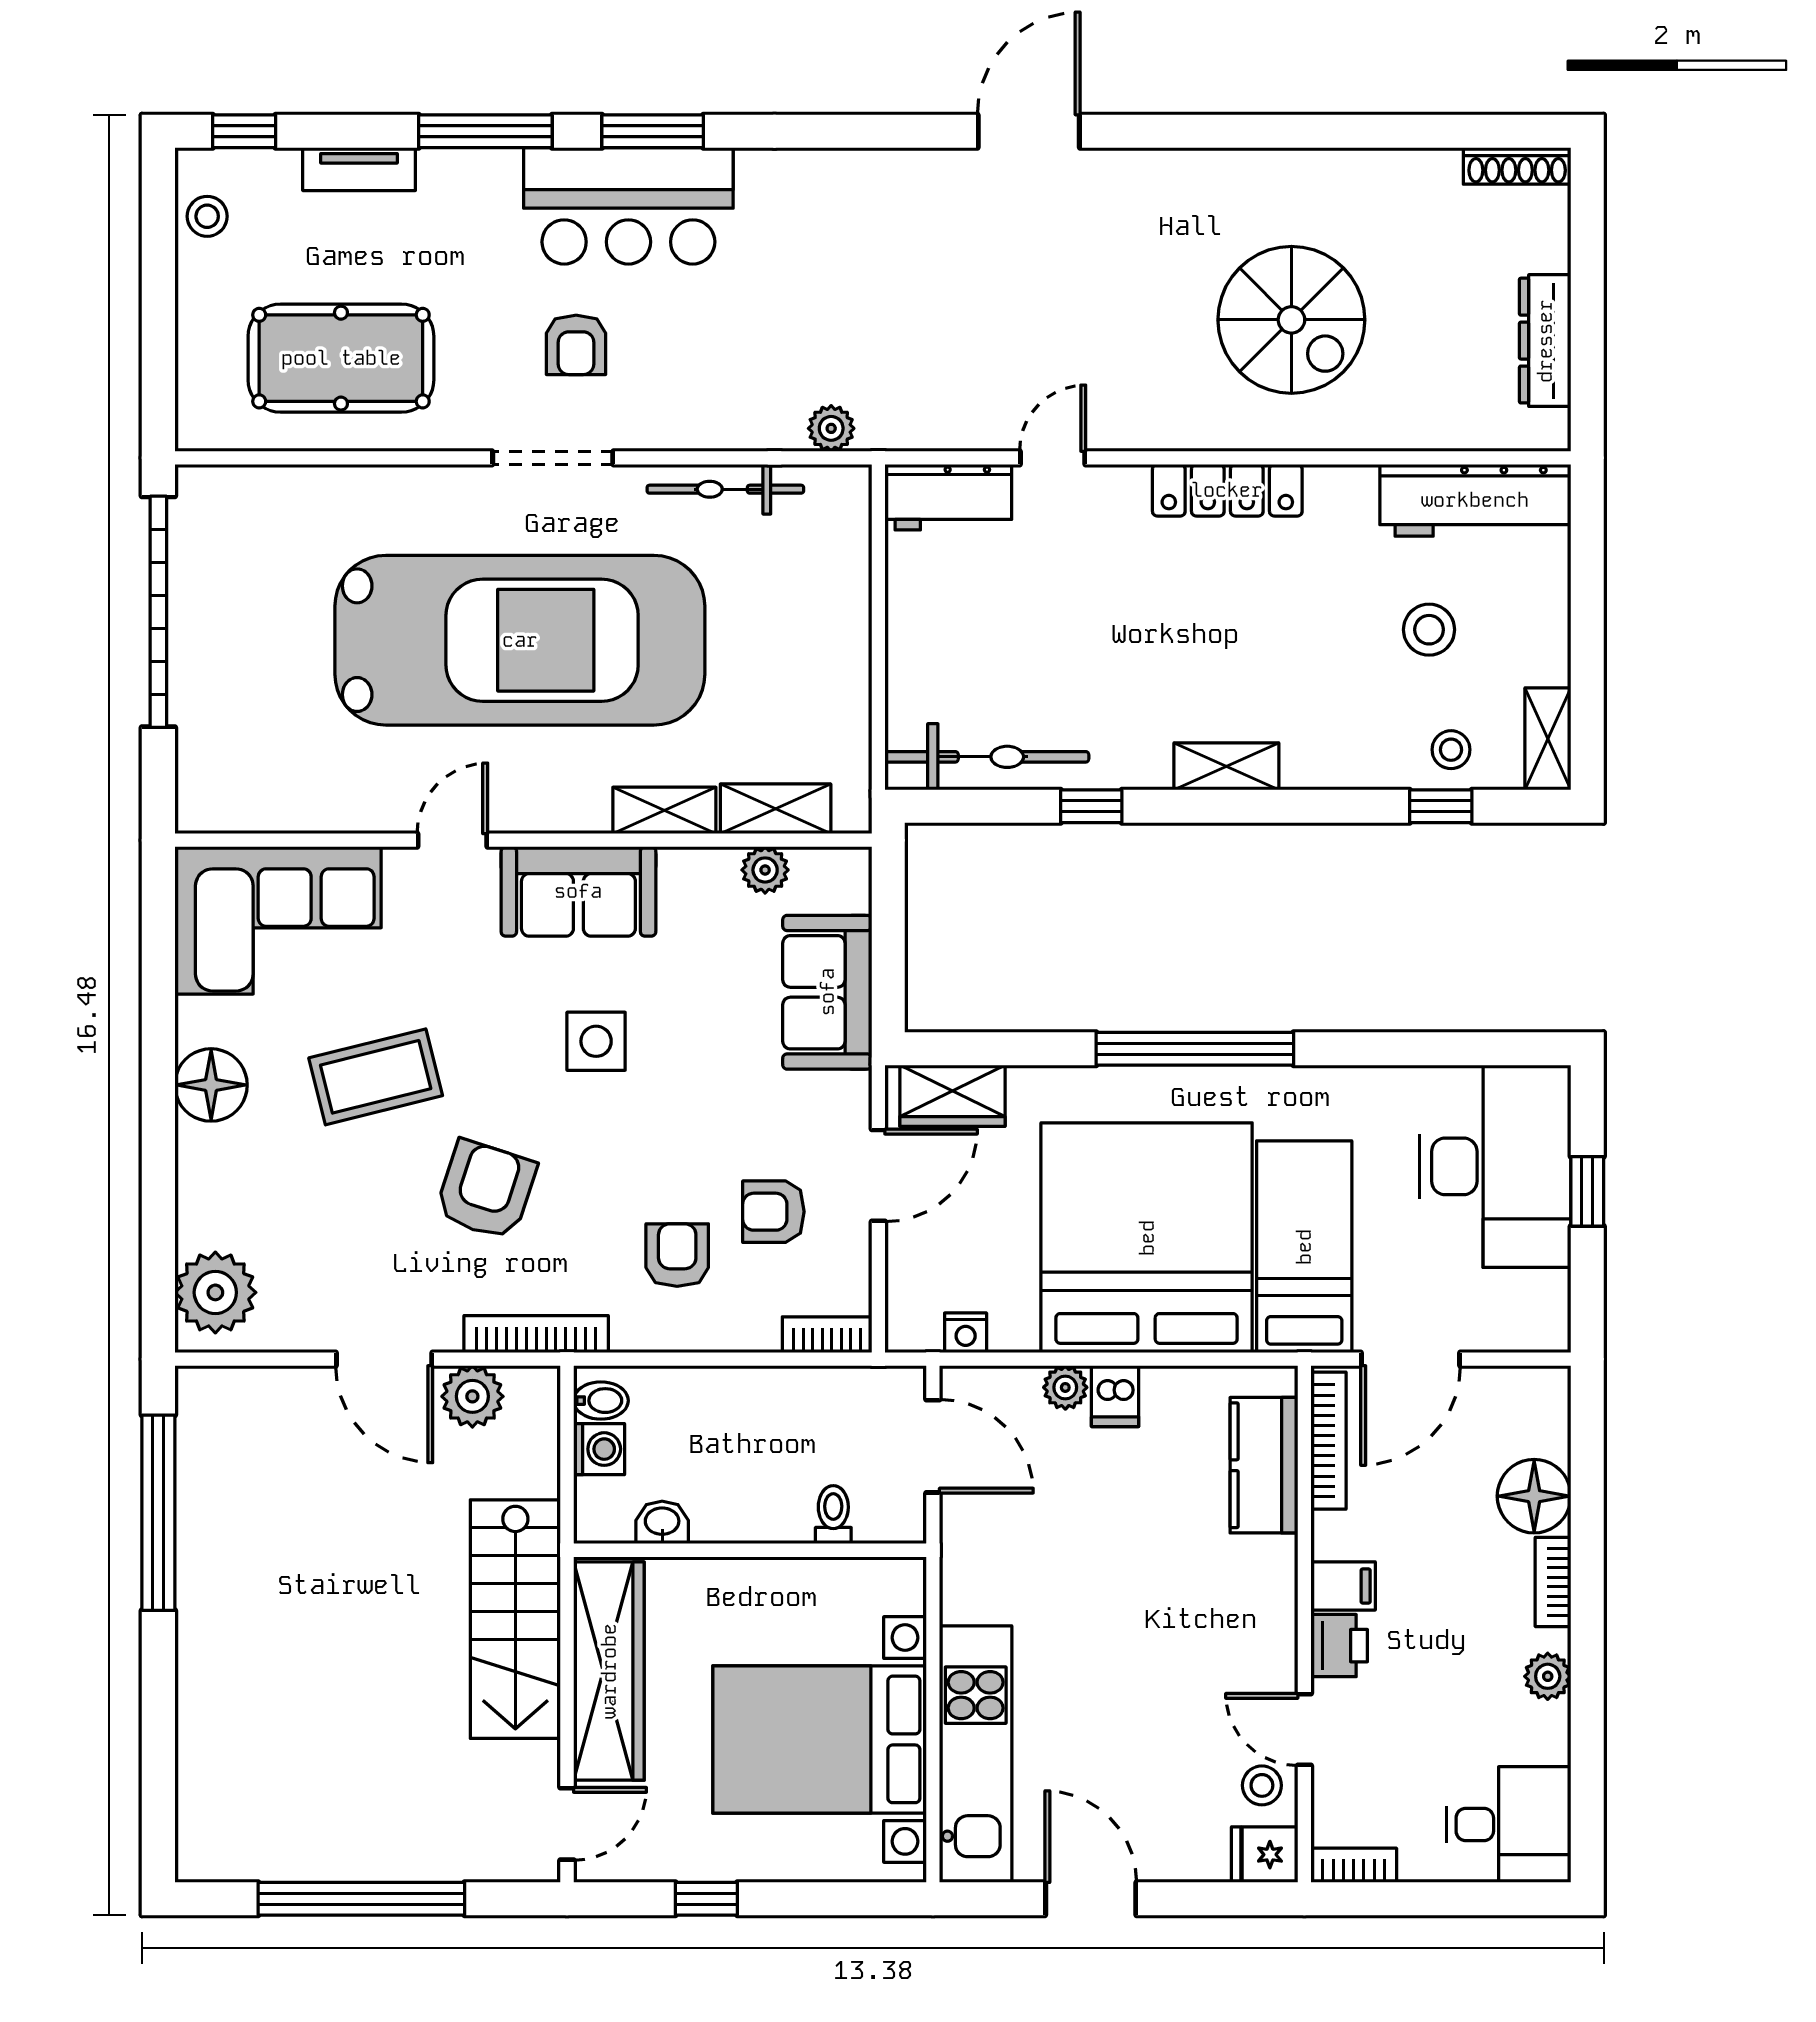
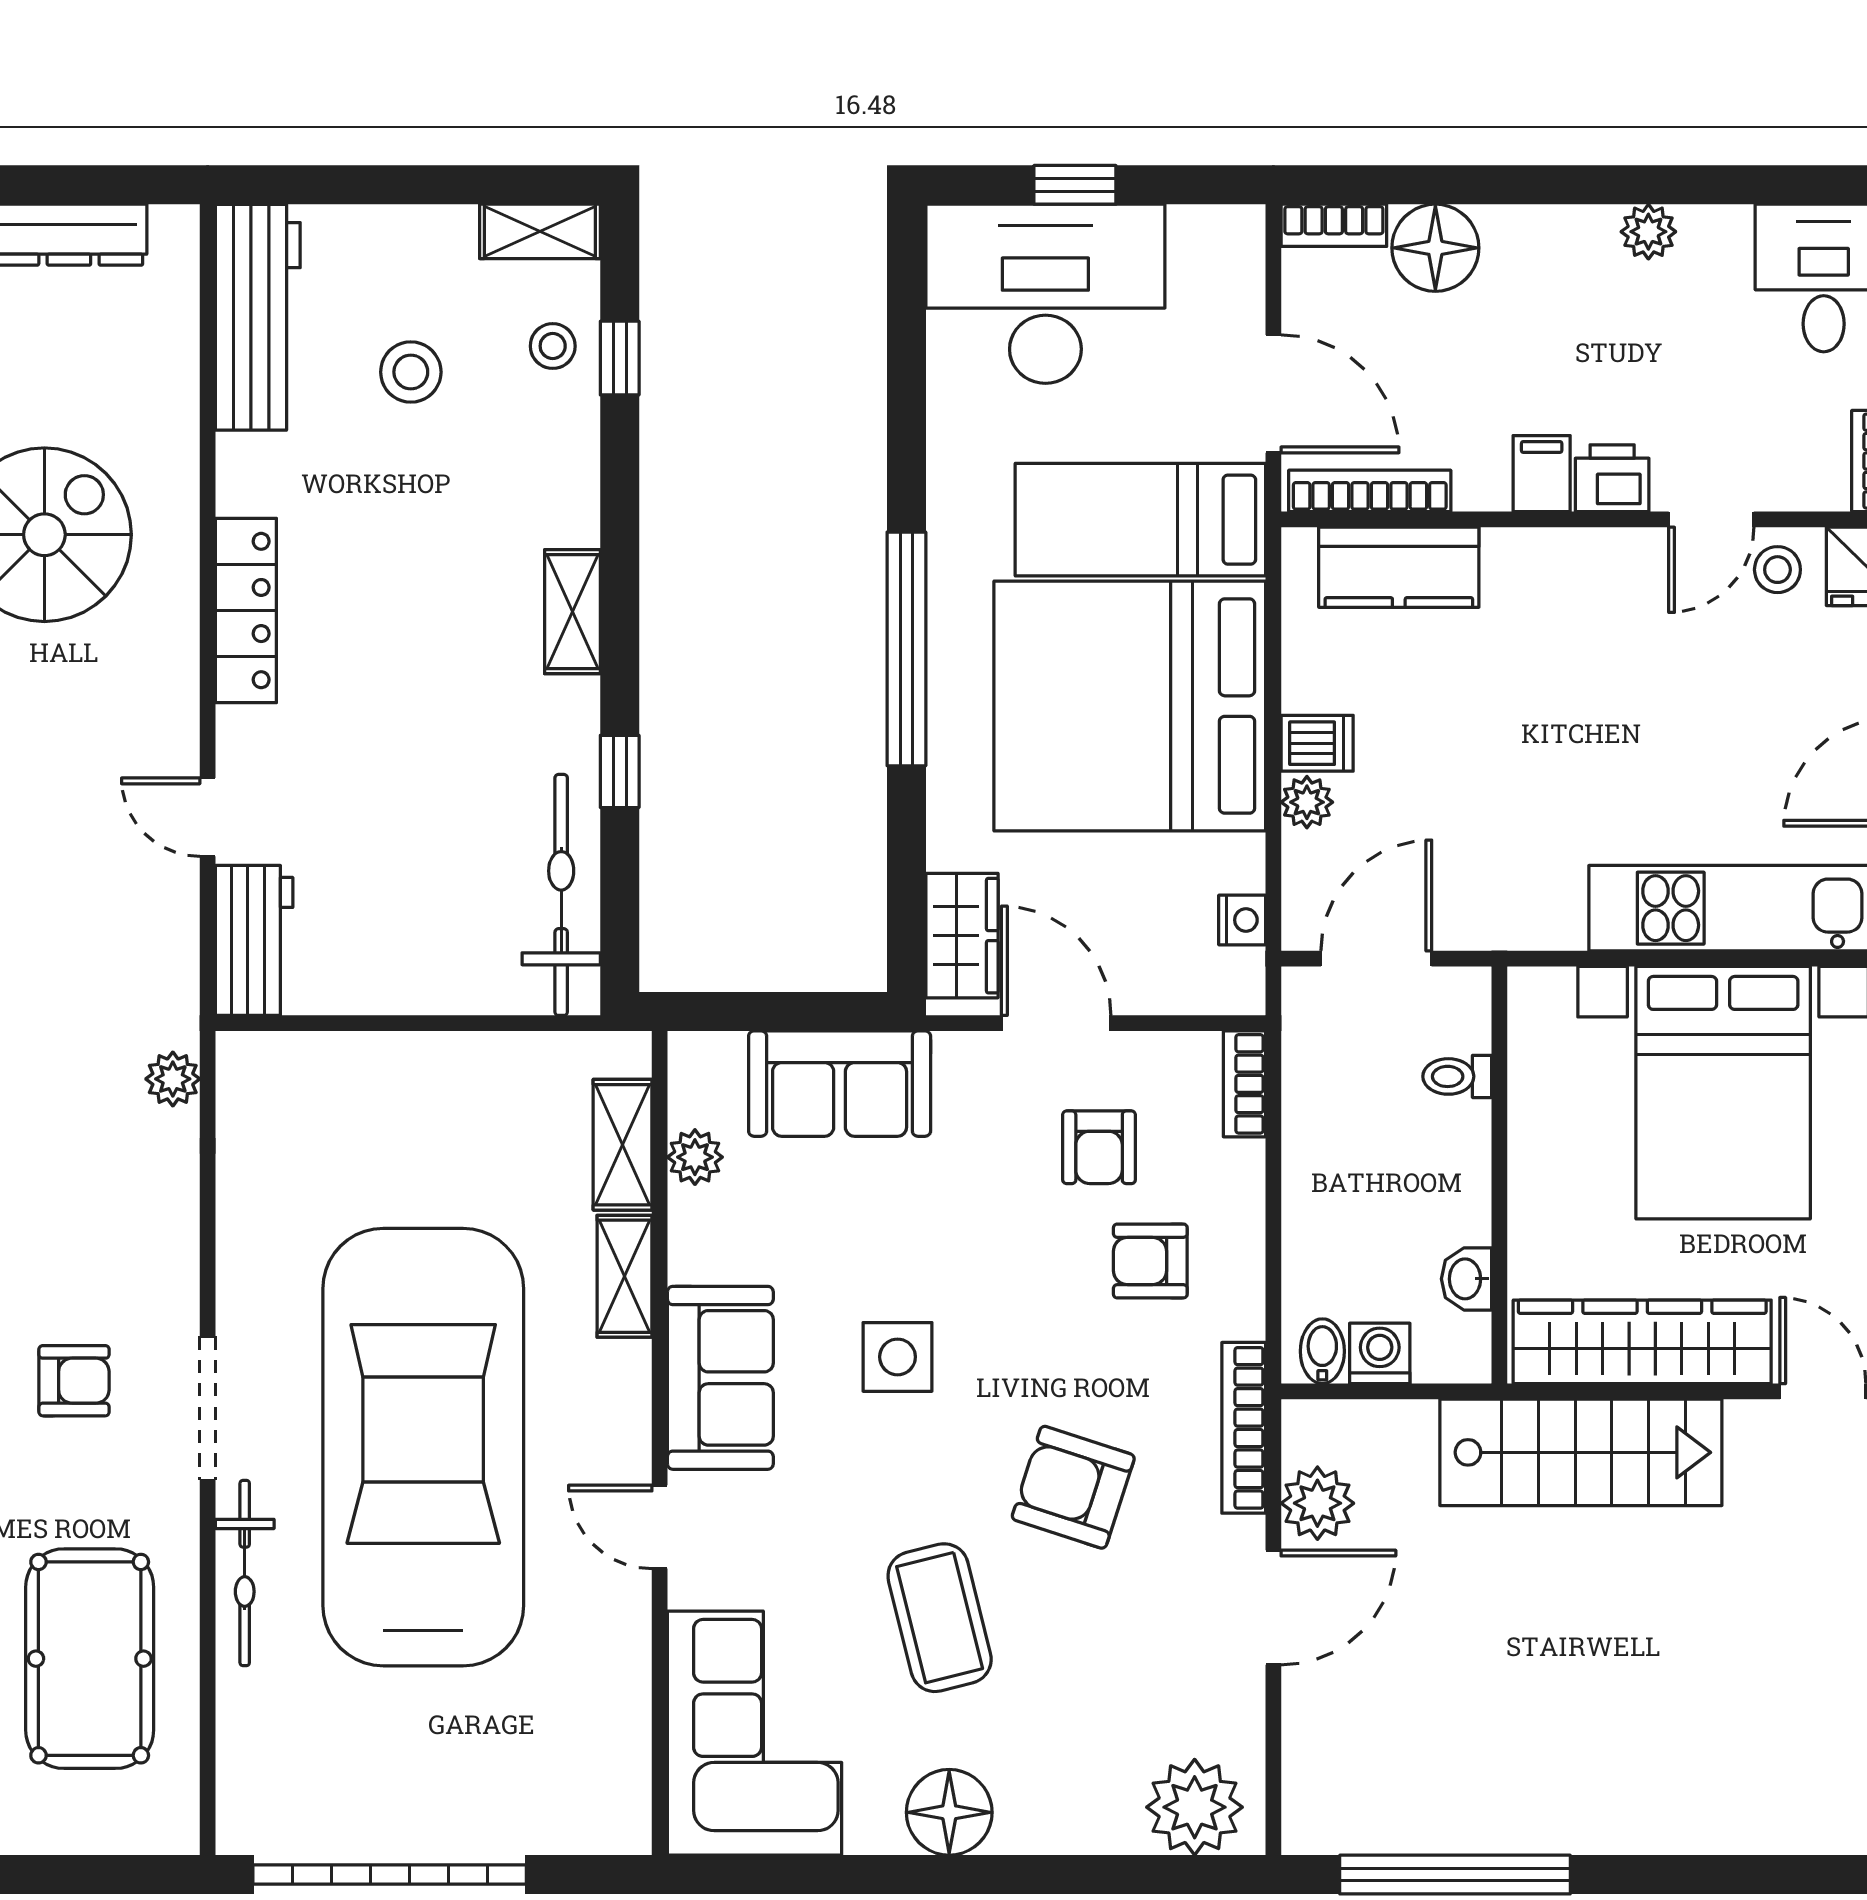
bicycle: (725, 489) -> (245, 1573), moved
bookcase: (1553, 1582) -> (1334, 225), moved

